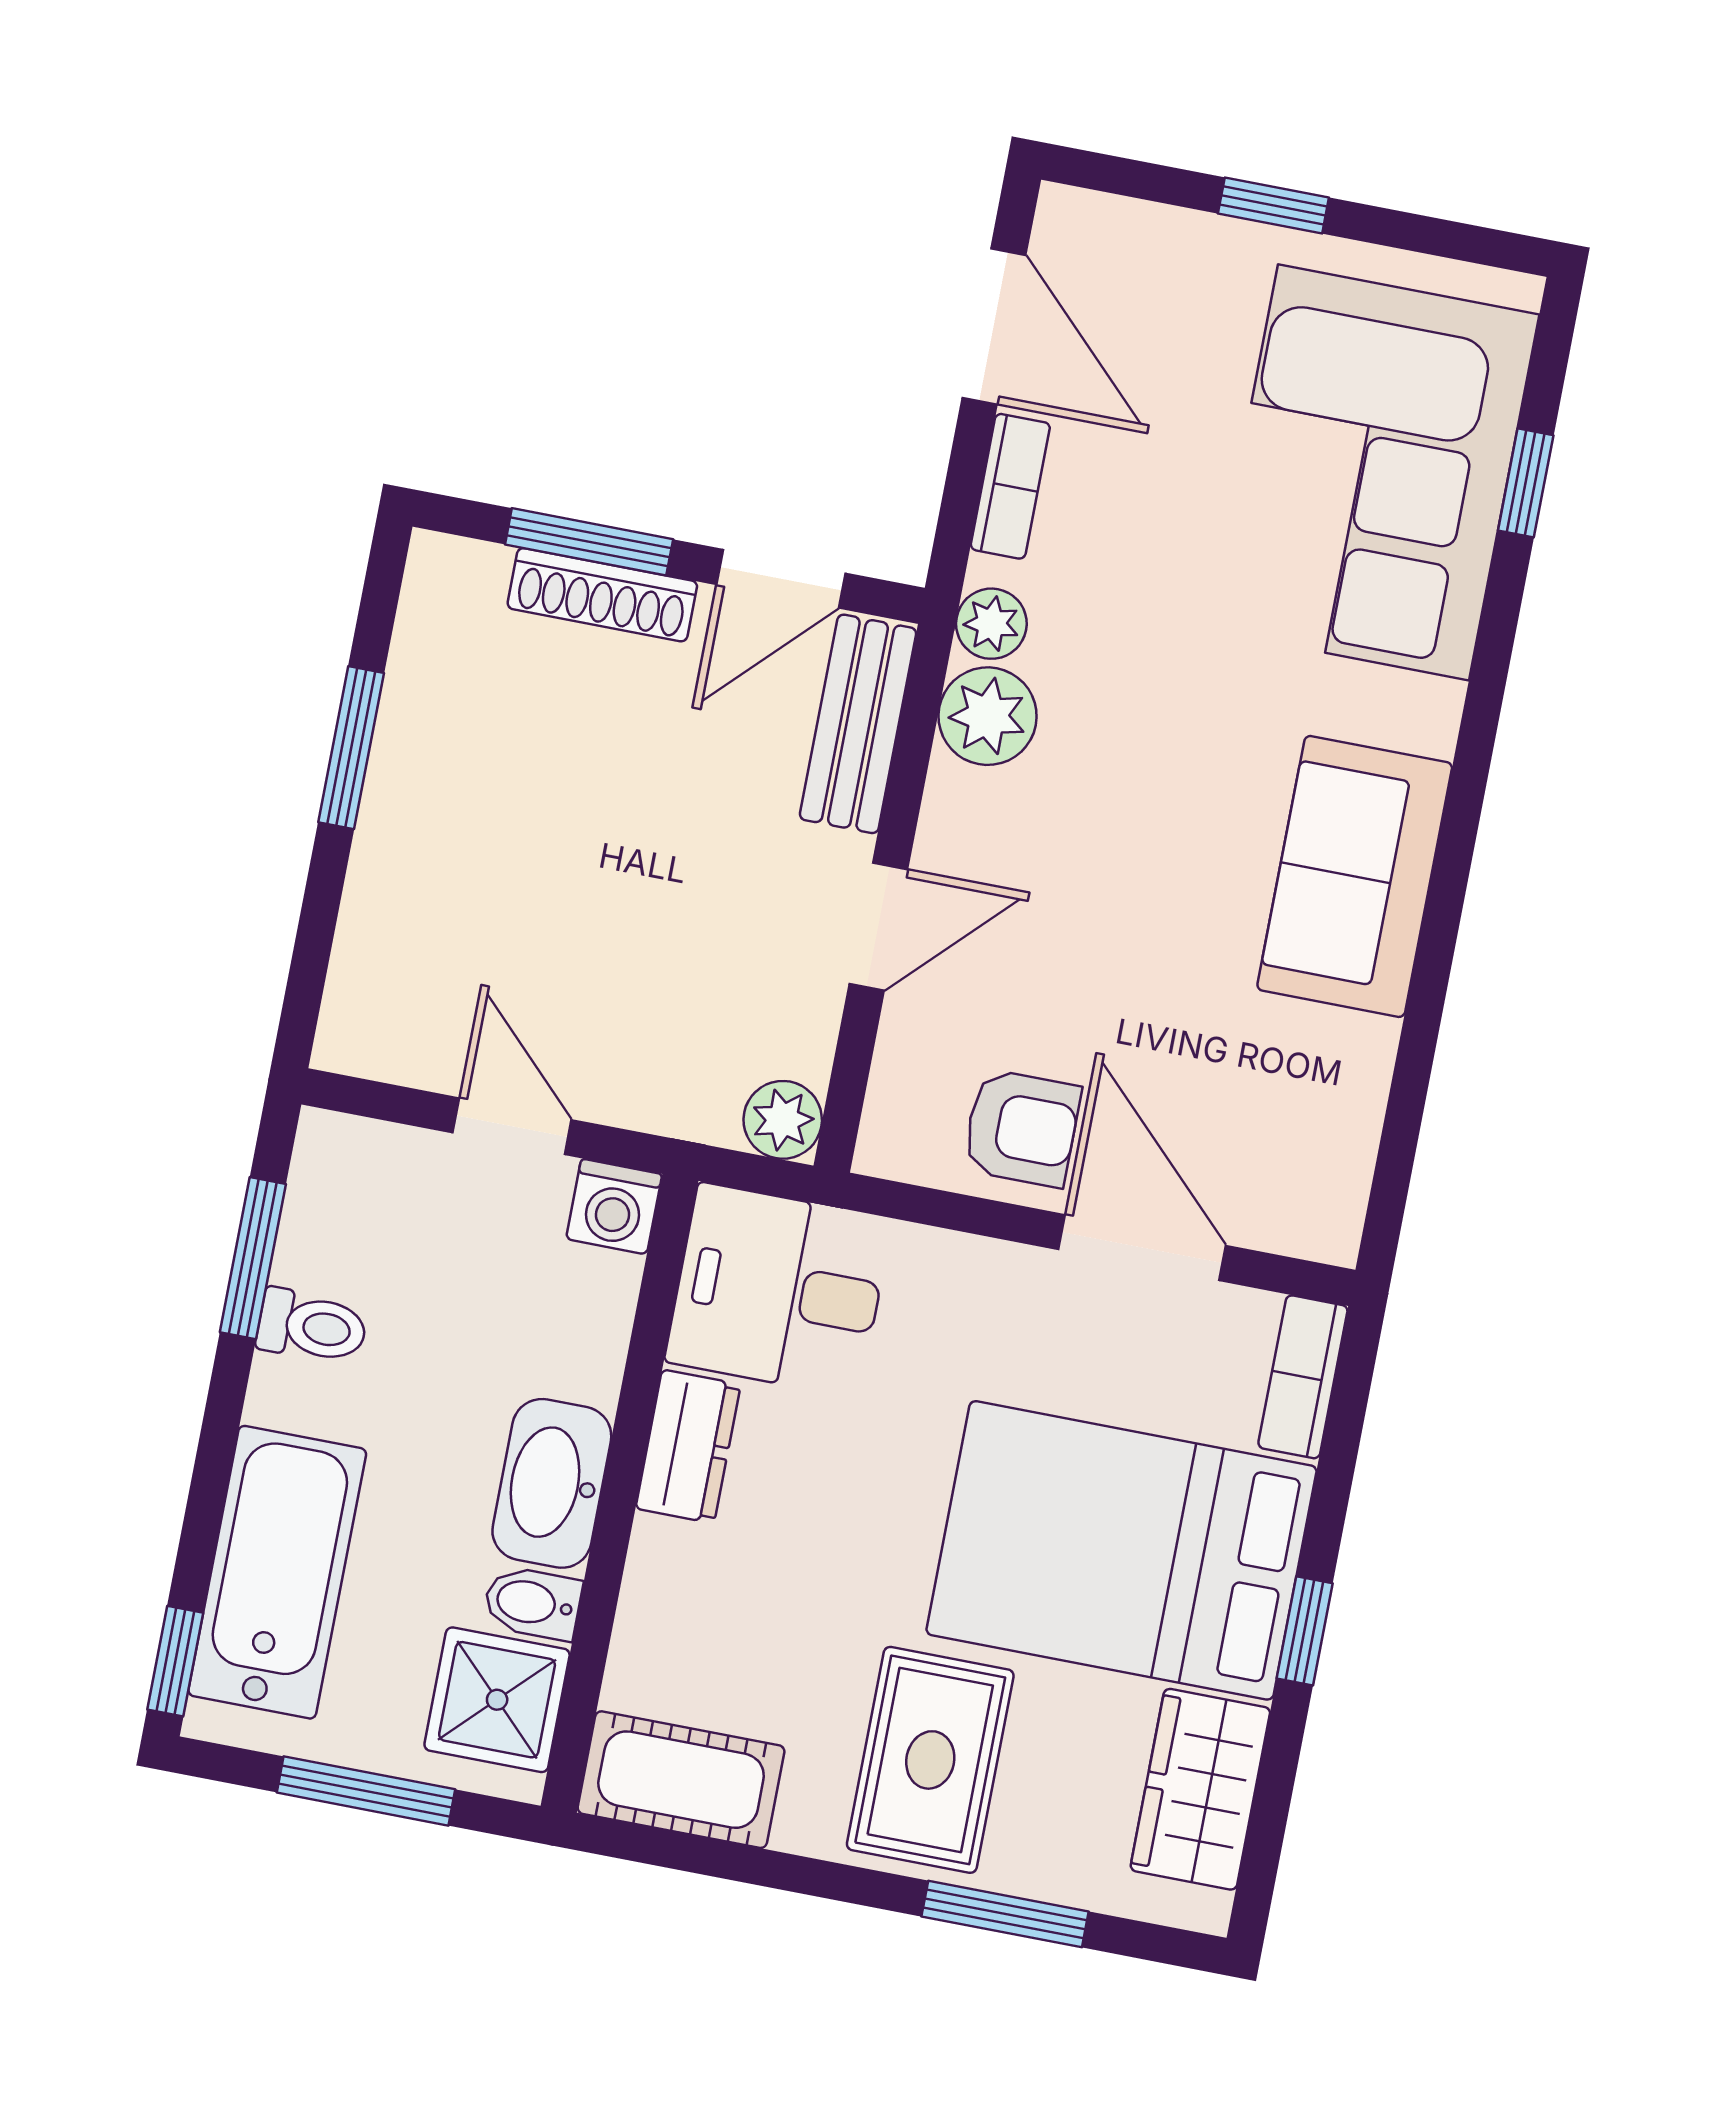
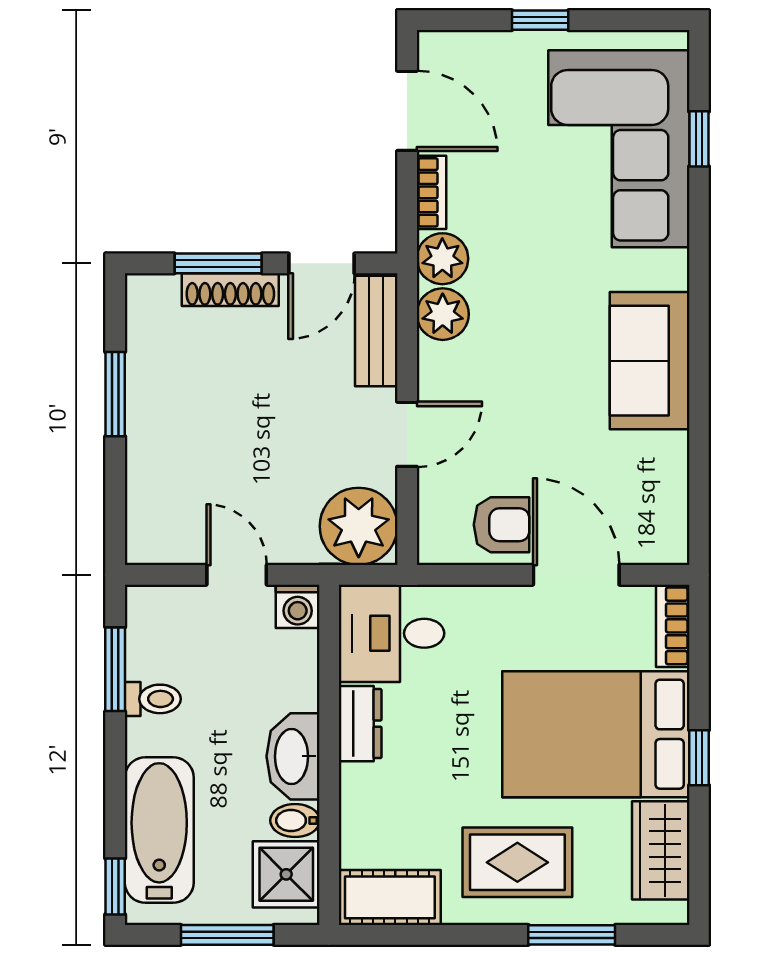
plant: (991, 624) -> (442, 259), width x1.38, depth x1.38
plant: (783, 1120) -> (359, 526), width x1.88, depth x1.88
rug: (930, 1760) -> (517, 862), turned 90

